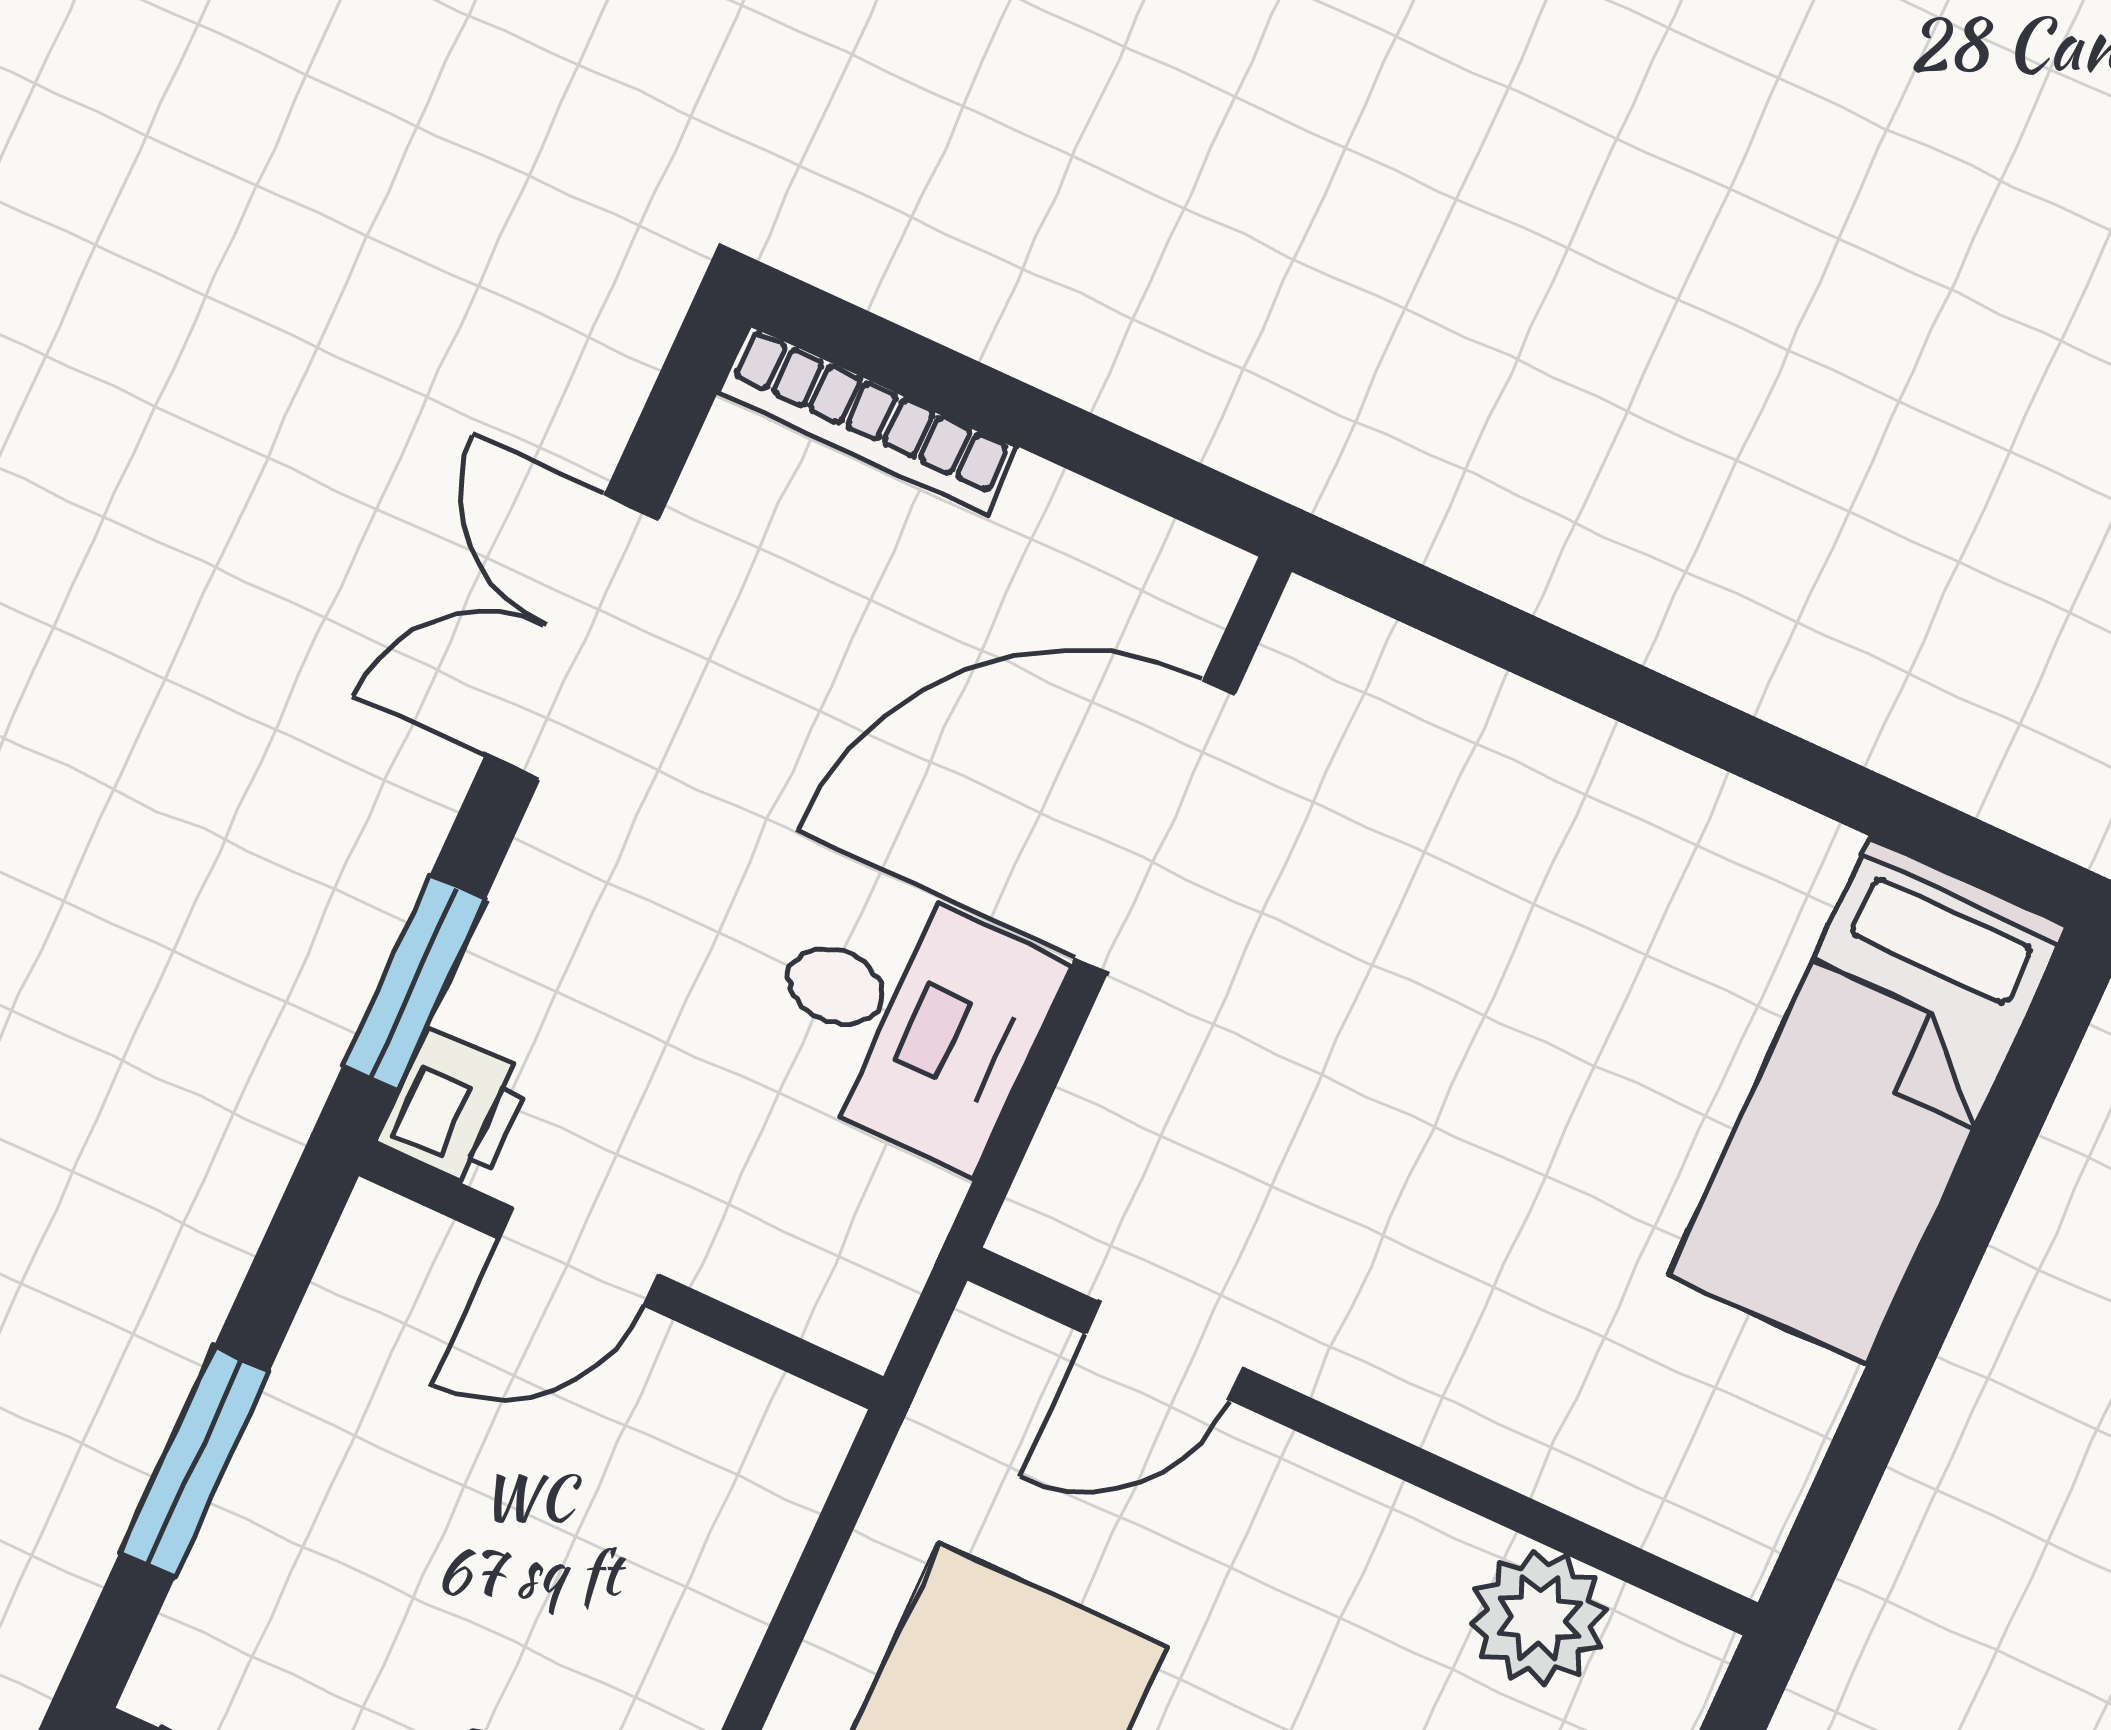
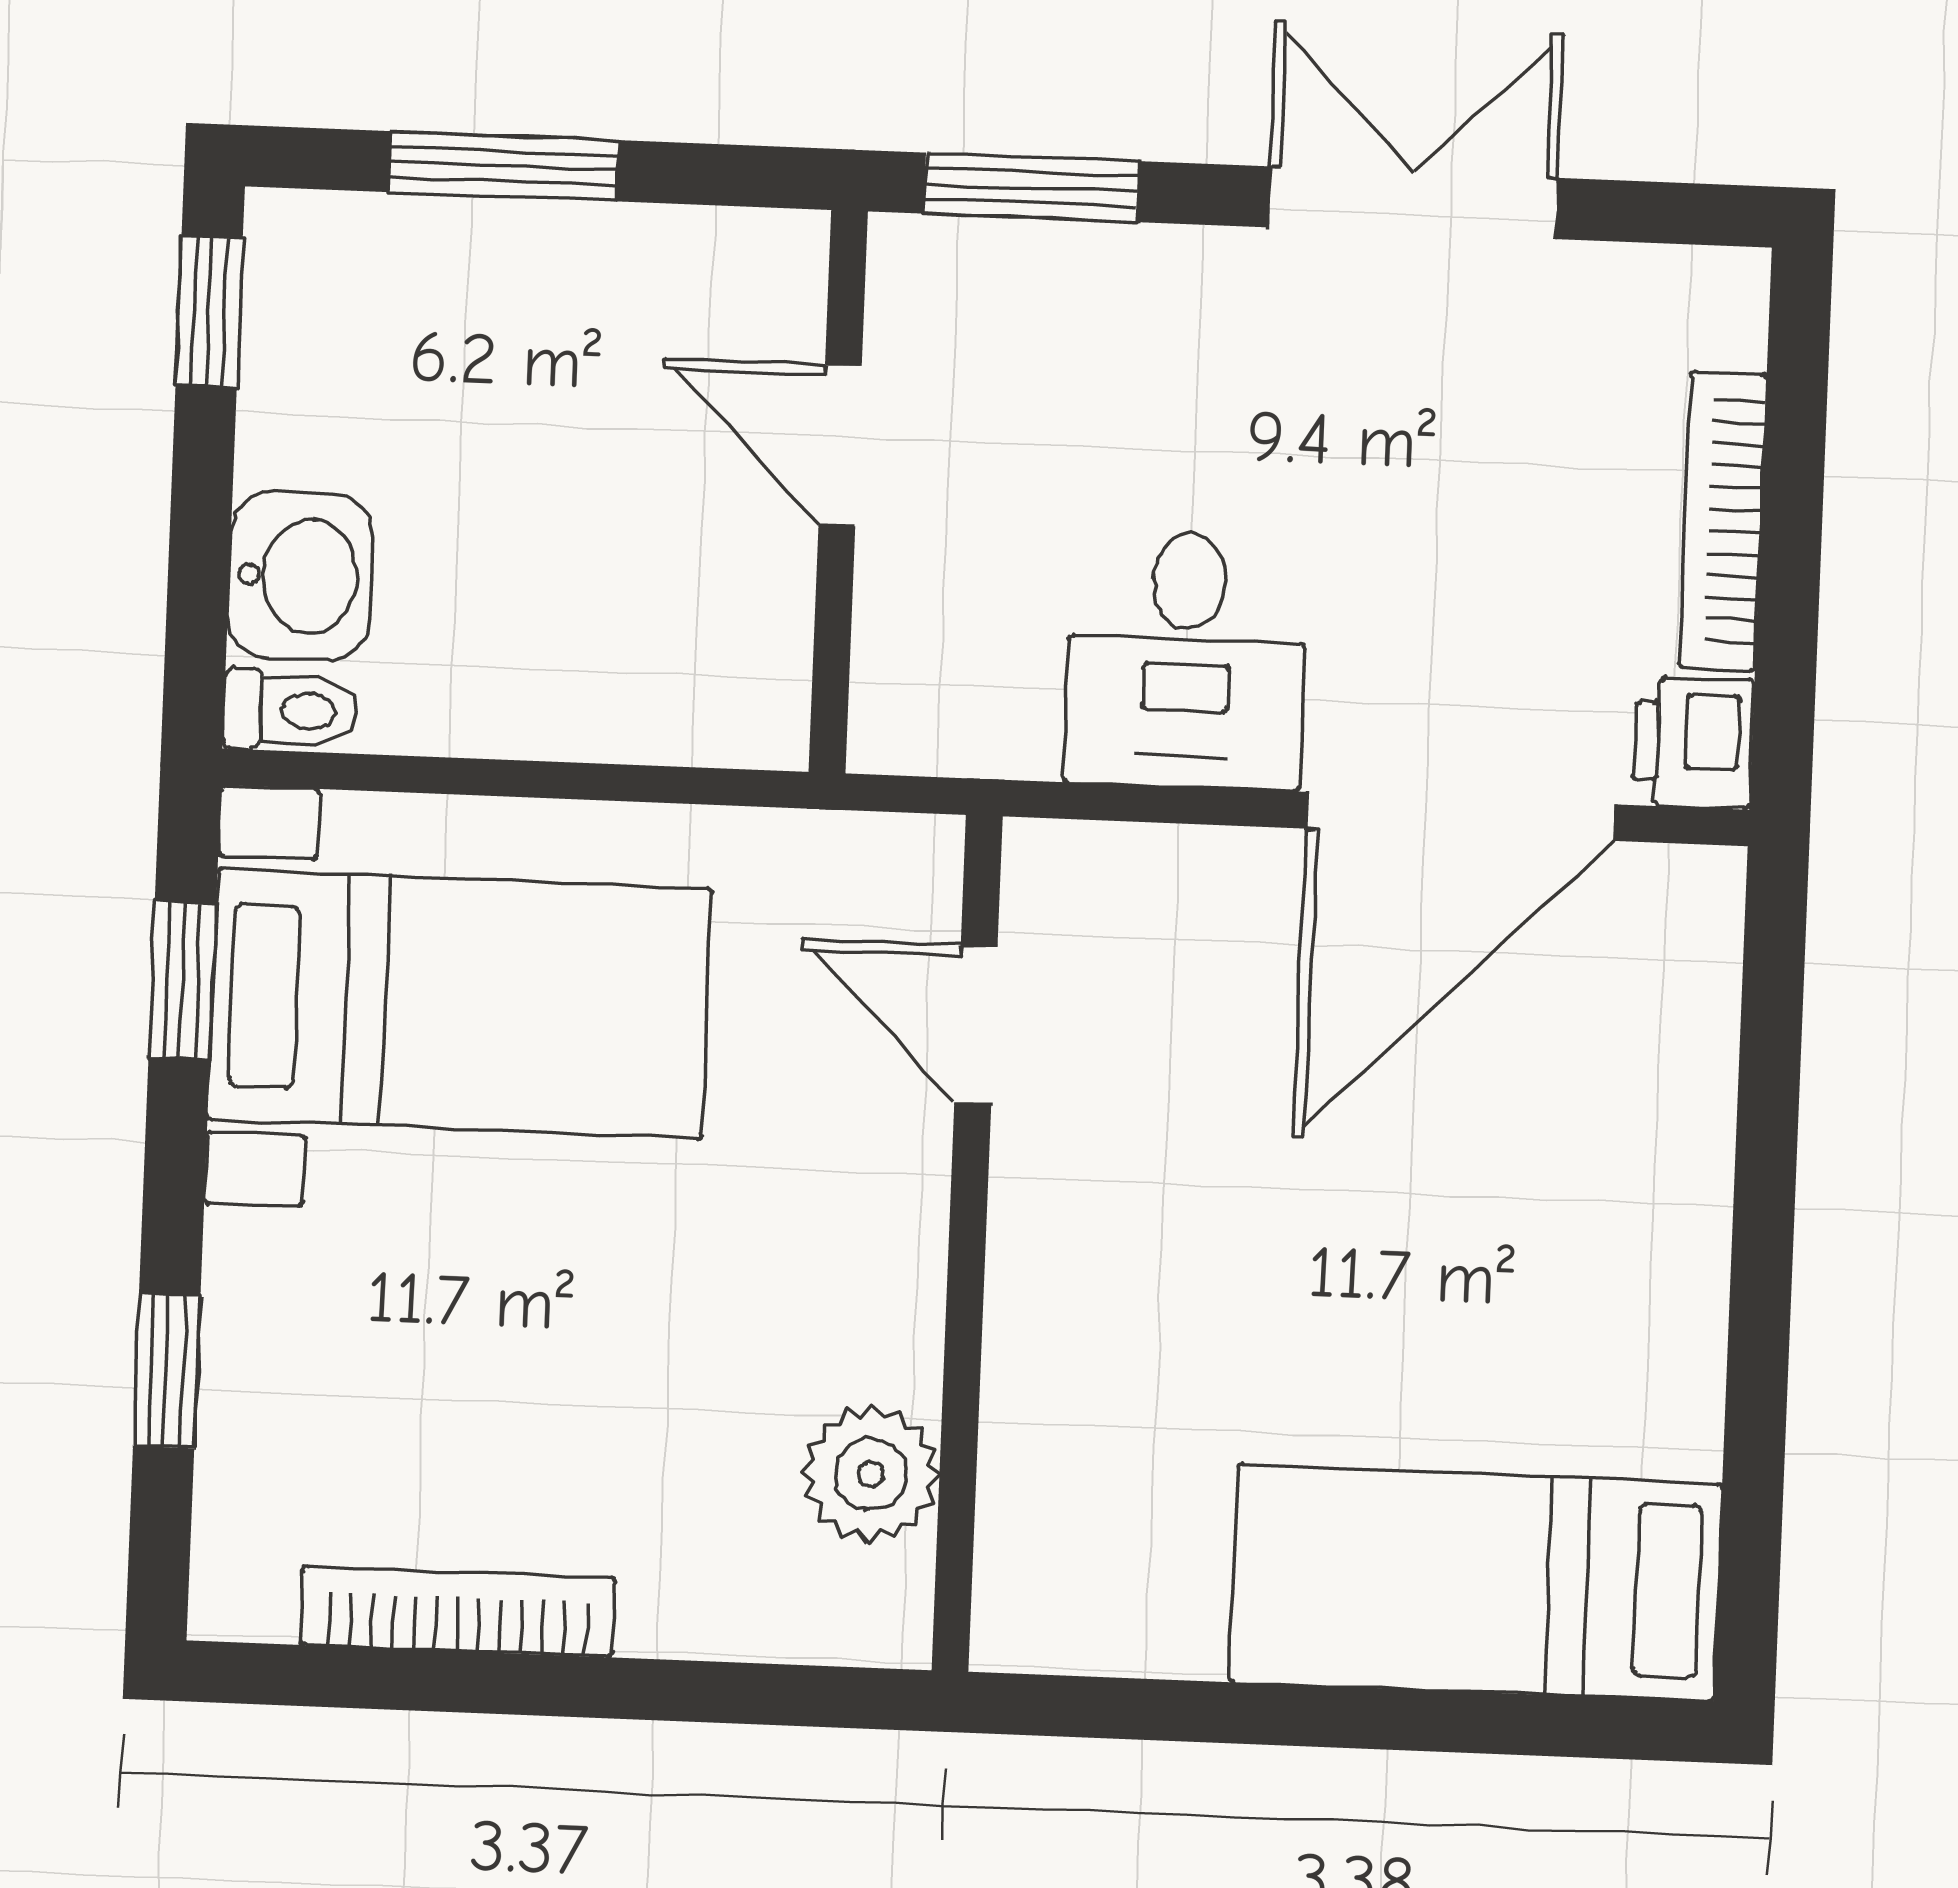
bookcase: (868, 419) -> (1723, 521), moved
door: (1156, 826) -> (1460, 816), swing flipped
printer: (454, 1109) -> (1693, 743), moved, turned 90

